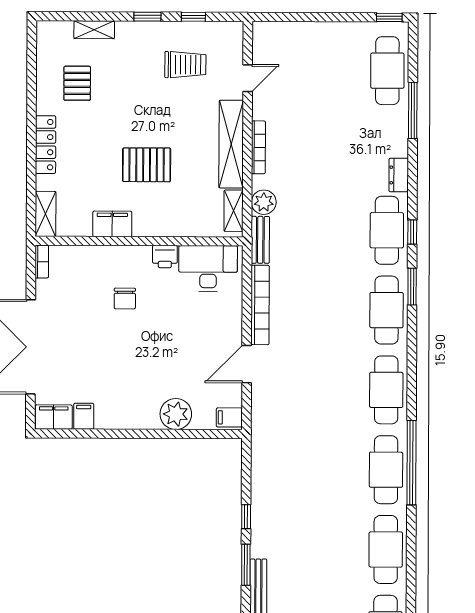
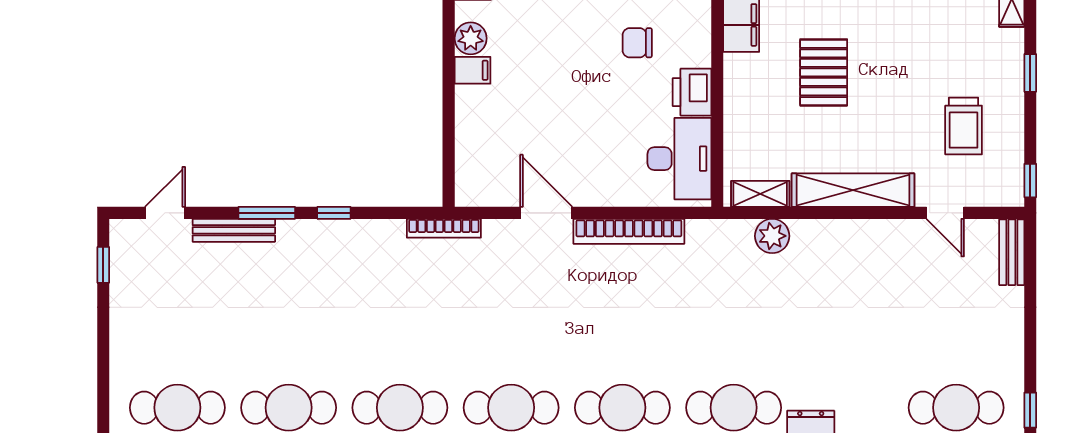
window: (193, 17) -> (1030, 181), moved
bookcase: (258, 147) -> (444, 228), moved
bench: (260, 240) -> (1012, 252), moved, turned 90
printer: (165, 257) -> (692, 92), width x1.36, depth x1.24
plant: (176, 414) -> (471, 38), moved, width x0.73, depth x0.73
filing cabinet: (229, 417) -> (473, 70), moved, turned 90

